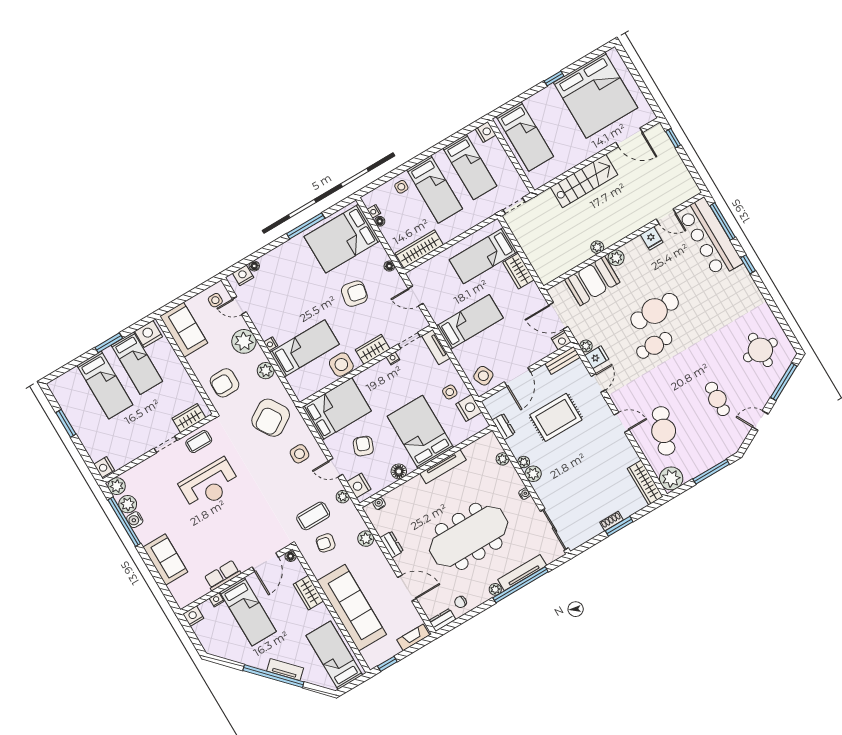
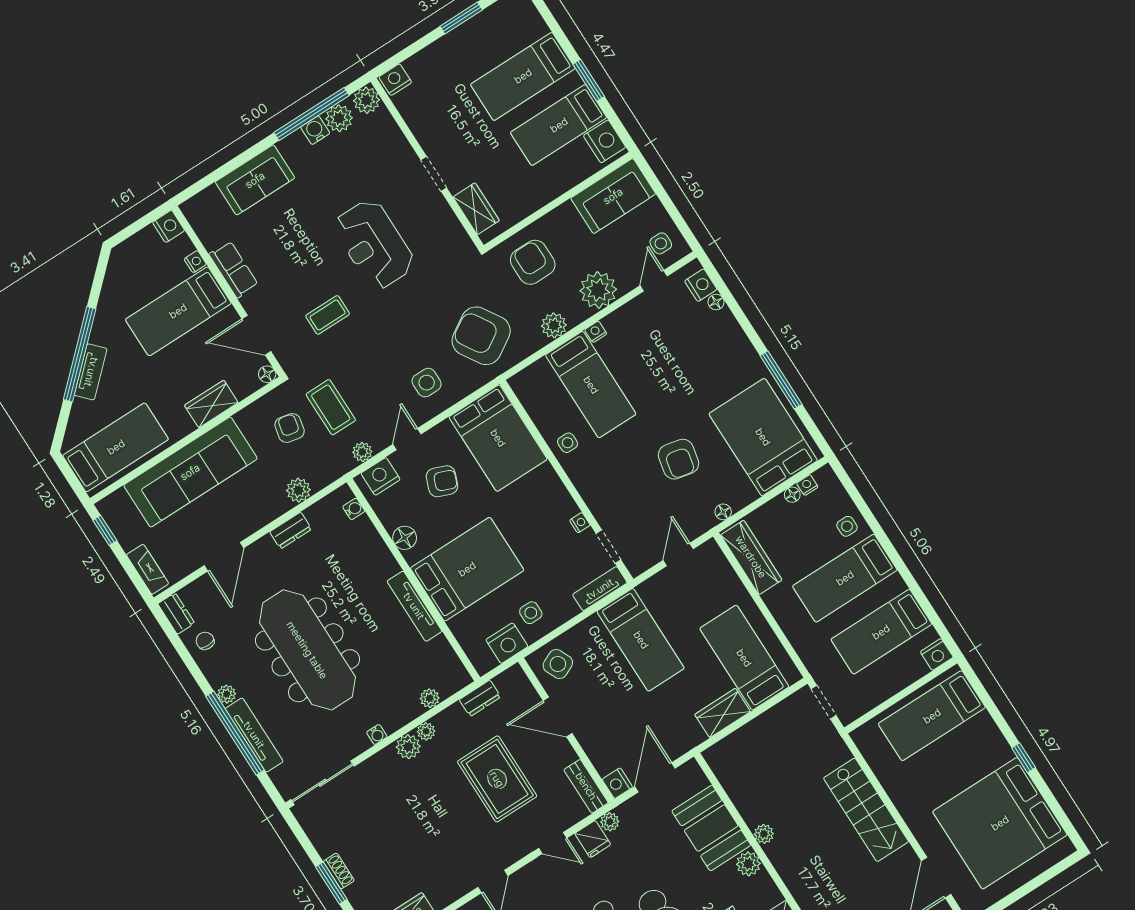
wardrobe: (373, 349) -> (593, 490), removed
side table: (341, 365) -> (568, 443), width x0.54, depth x0.54
coffee table: (199, 442) -> (328, 315), moved, turned 90

